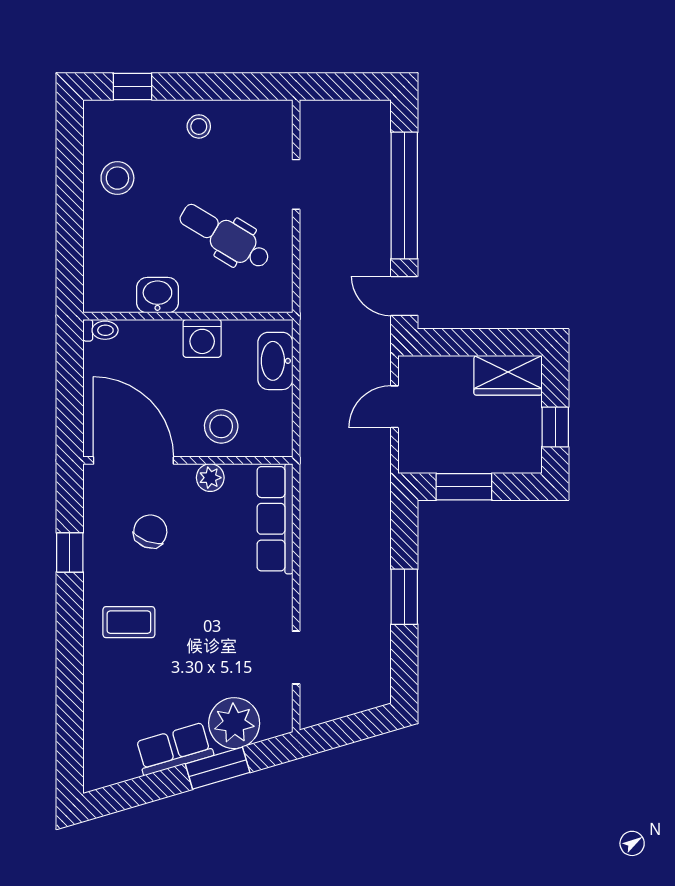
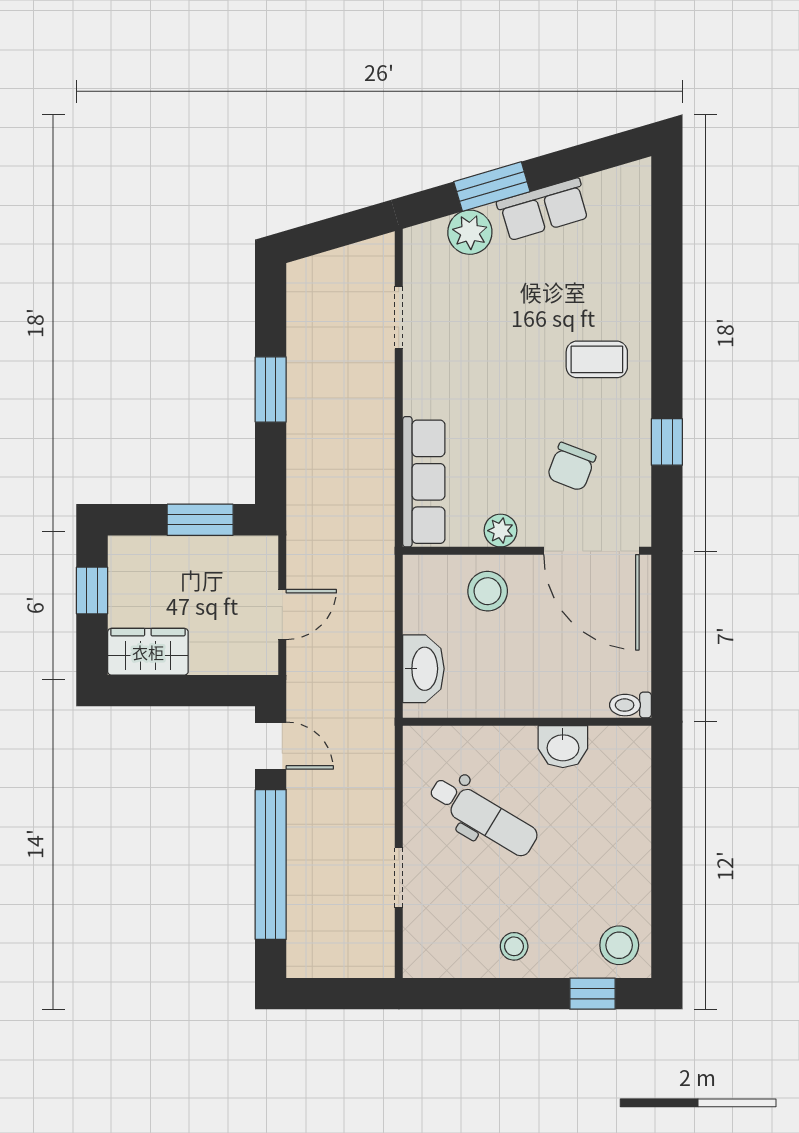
stool: (117, 178) -> (619, 945), moved
washing machine: (202, 338) -> (510, 695), removed
plant: (234, 723) -> (470, 232), width x0.73, depth x0.73

